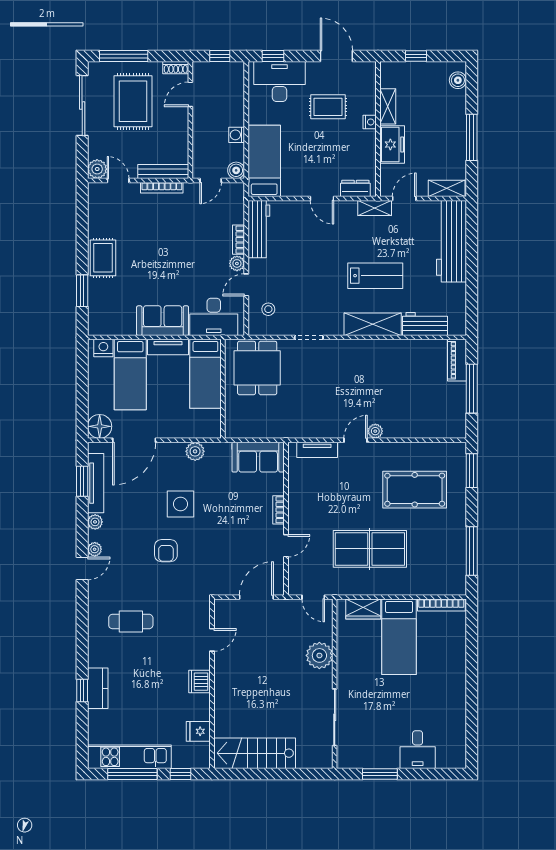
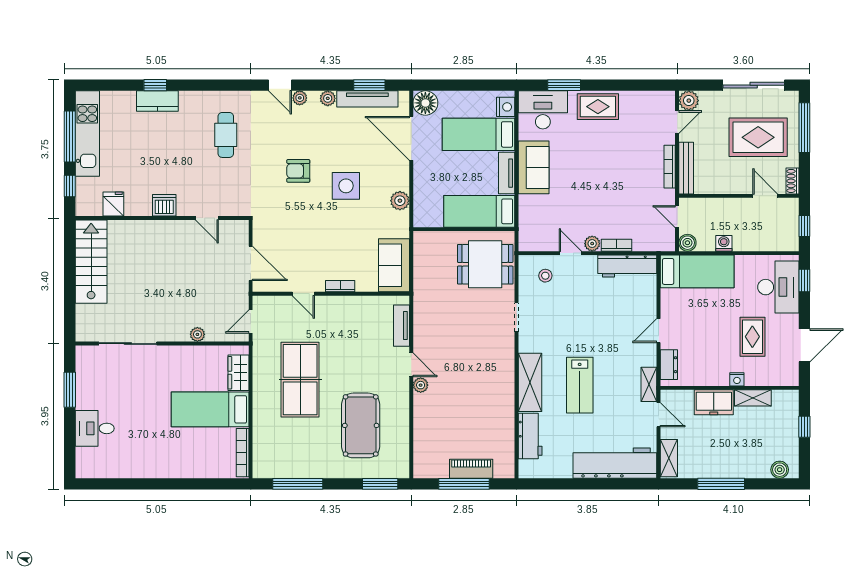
desk: (214, 317) -> (543, 110), moved, turned 90
piano: (457, 360) -> (471, 469), moved
plant: (319, 655) -> (197, 334), width x0.53, depth x0.53

